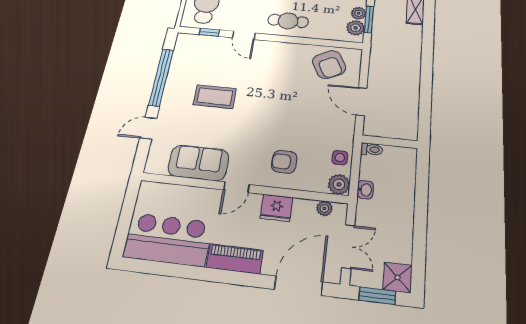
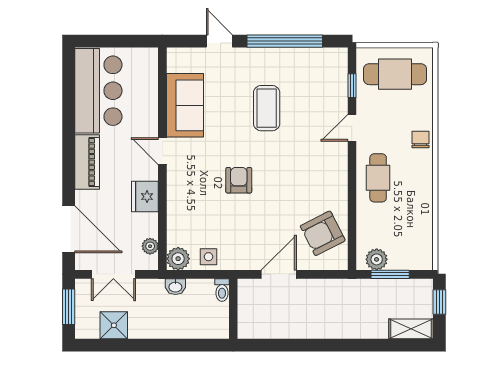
plant: (359, 13) -> (398, 261), removed
armchair: (284, 162) -> (239, 180), moved
shower: (398, 277) -> (114, 325), moved

